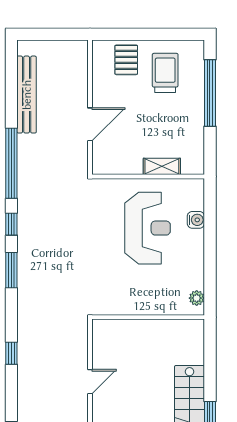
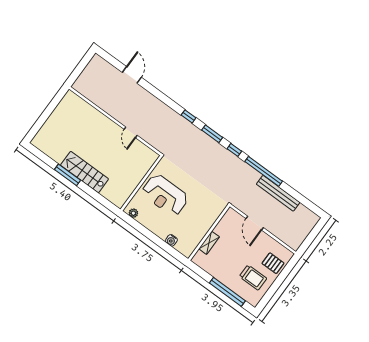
bench: (27, 95) -> (278, 193), moved
reception desk: (148, 228) -> (165, 195), moved
window: (11, 353) -> (189, 116), moved

